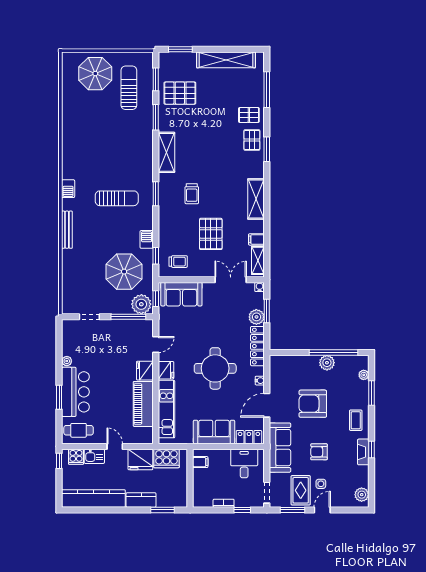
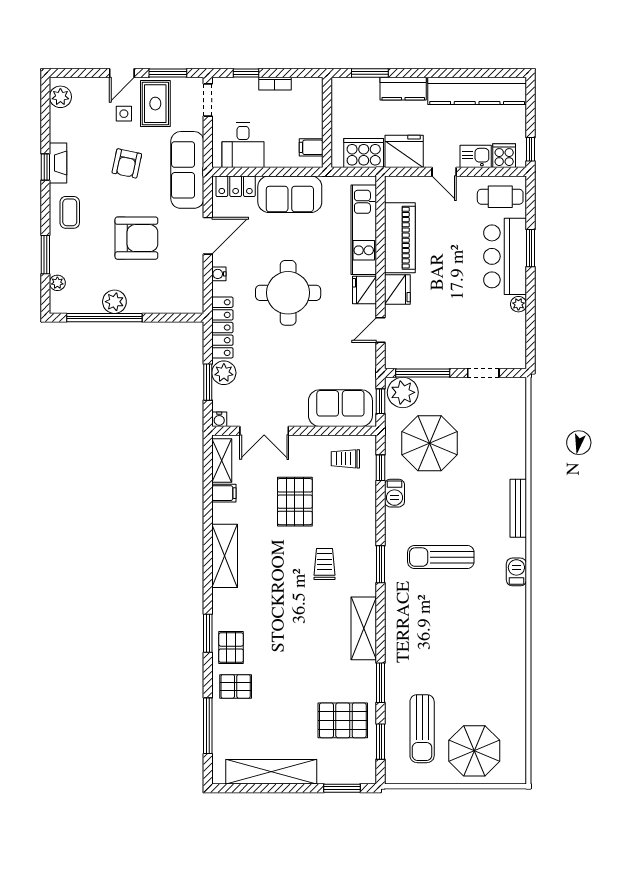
armchair: (319, 452) -> (127, 163), turned 102

